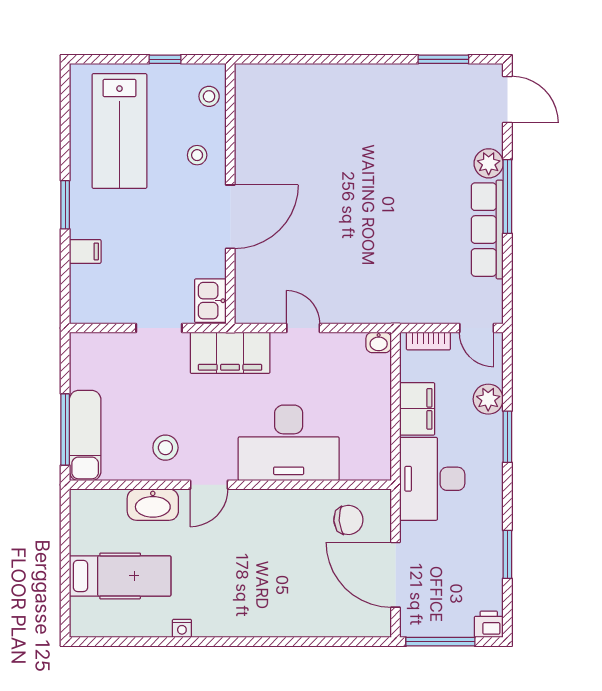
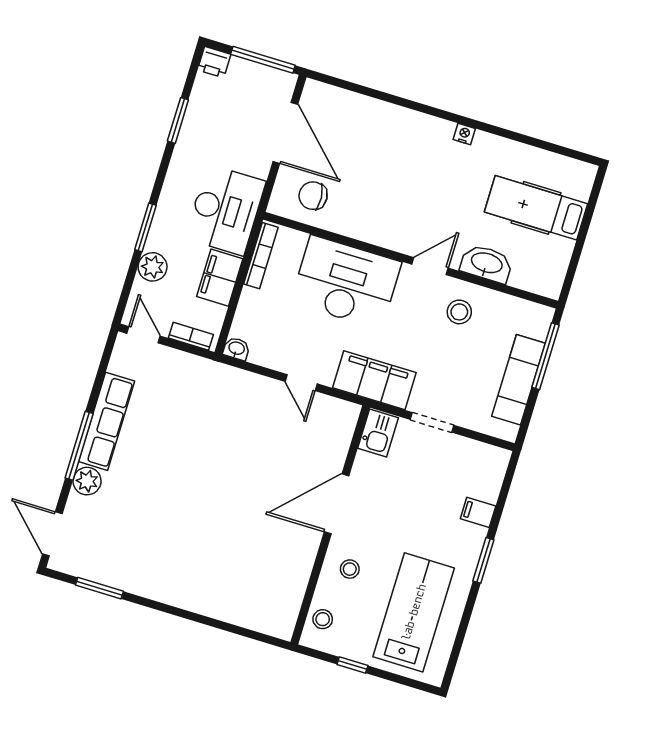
exam couch: (85, 435) -> (518, 380), moved
bookcase: (383, 444) -> (261, 256), added
nightstand: (182, 628) -> (464, 134), moved

